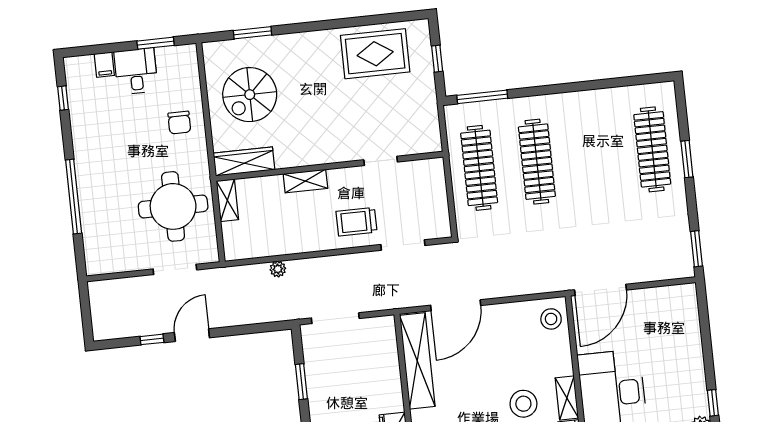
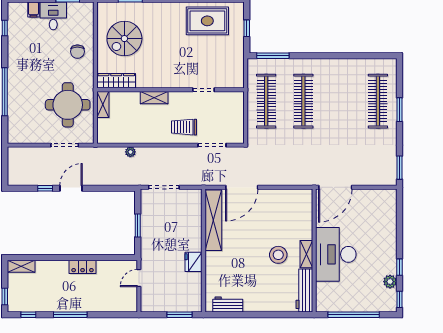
stool: (551, 319) -> (302, 203), removed

